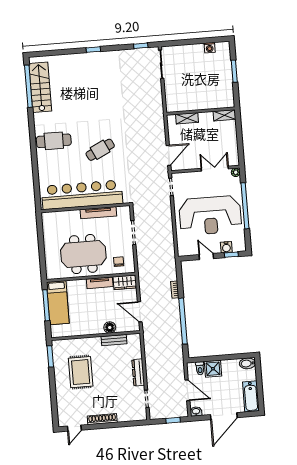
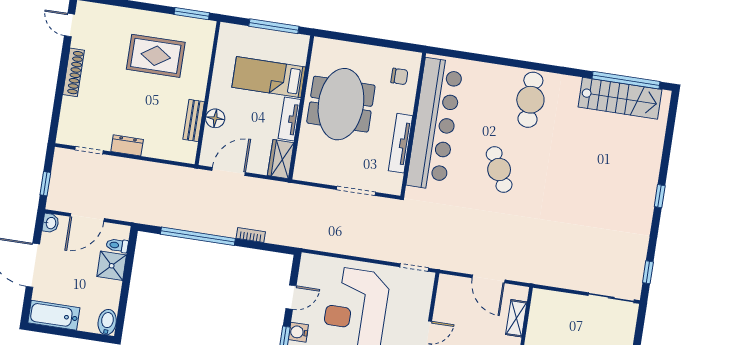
door: (169, 155) -> (488, 279), moved
chair: (119, 262) -> (399, 76), moved
bed: (58, 303) -> (269, 77), moved
dresser: (138, 372) -> (127, 145), width x0.70

